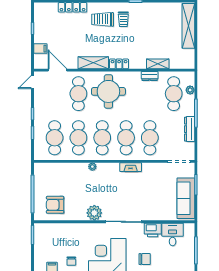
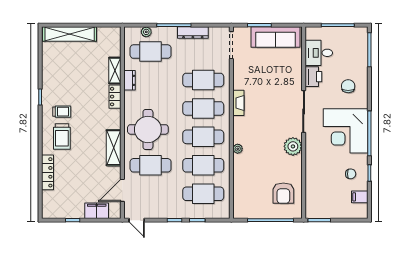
filing cabinet: (40, 49) -> (97, 211), width x2.00
locker: (119, 64) -> (115, 97), moved

